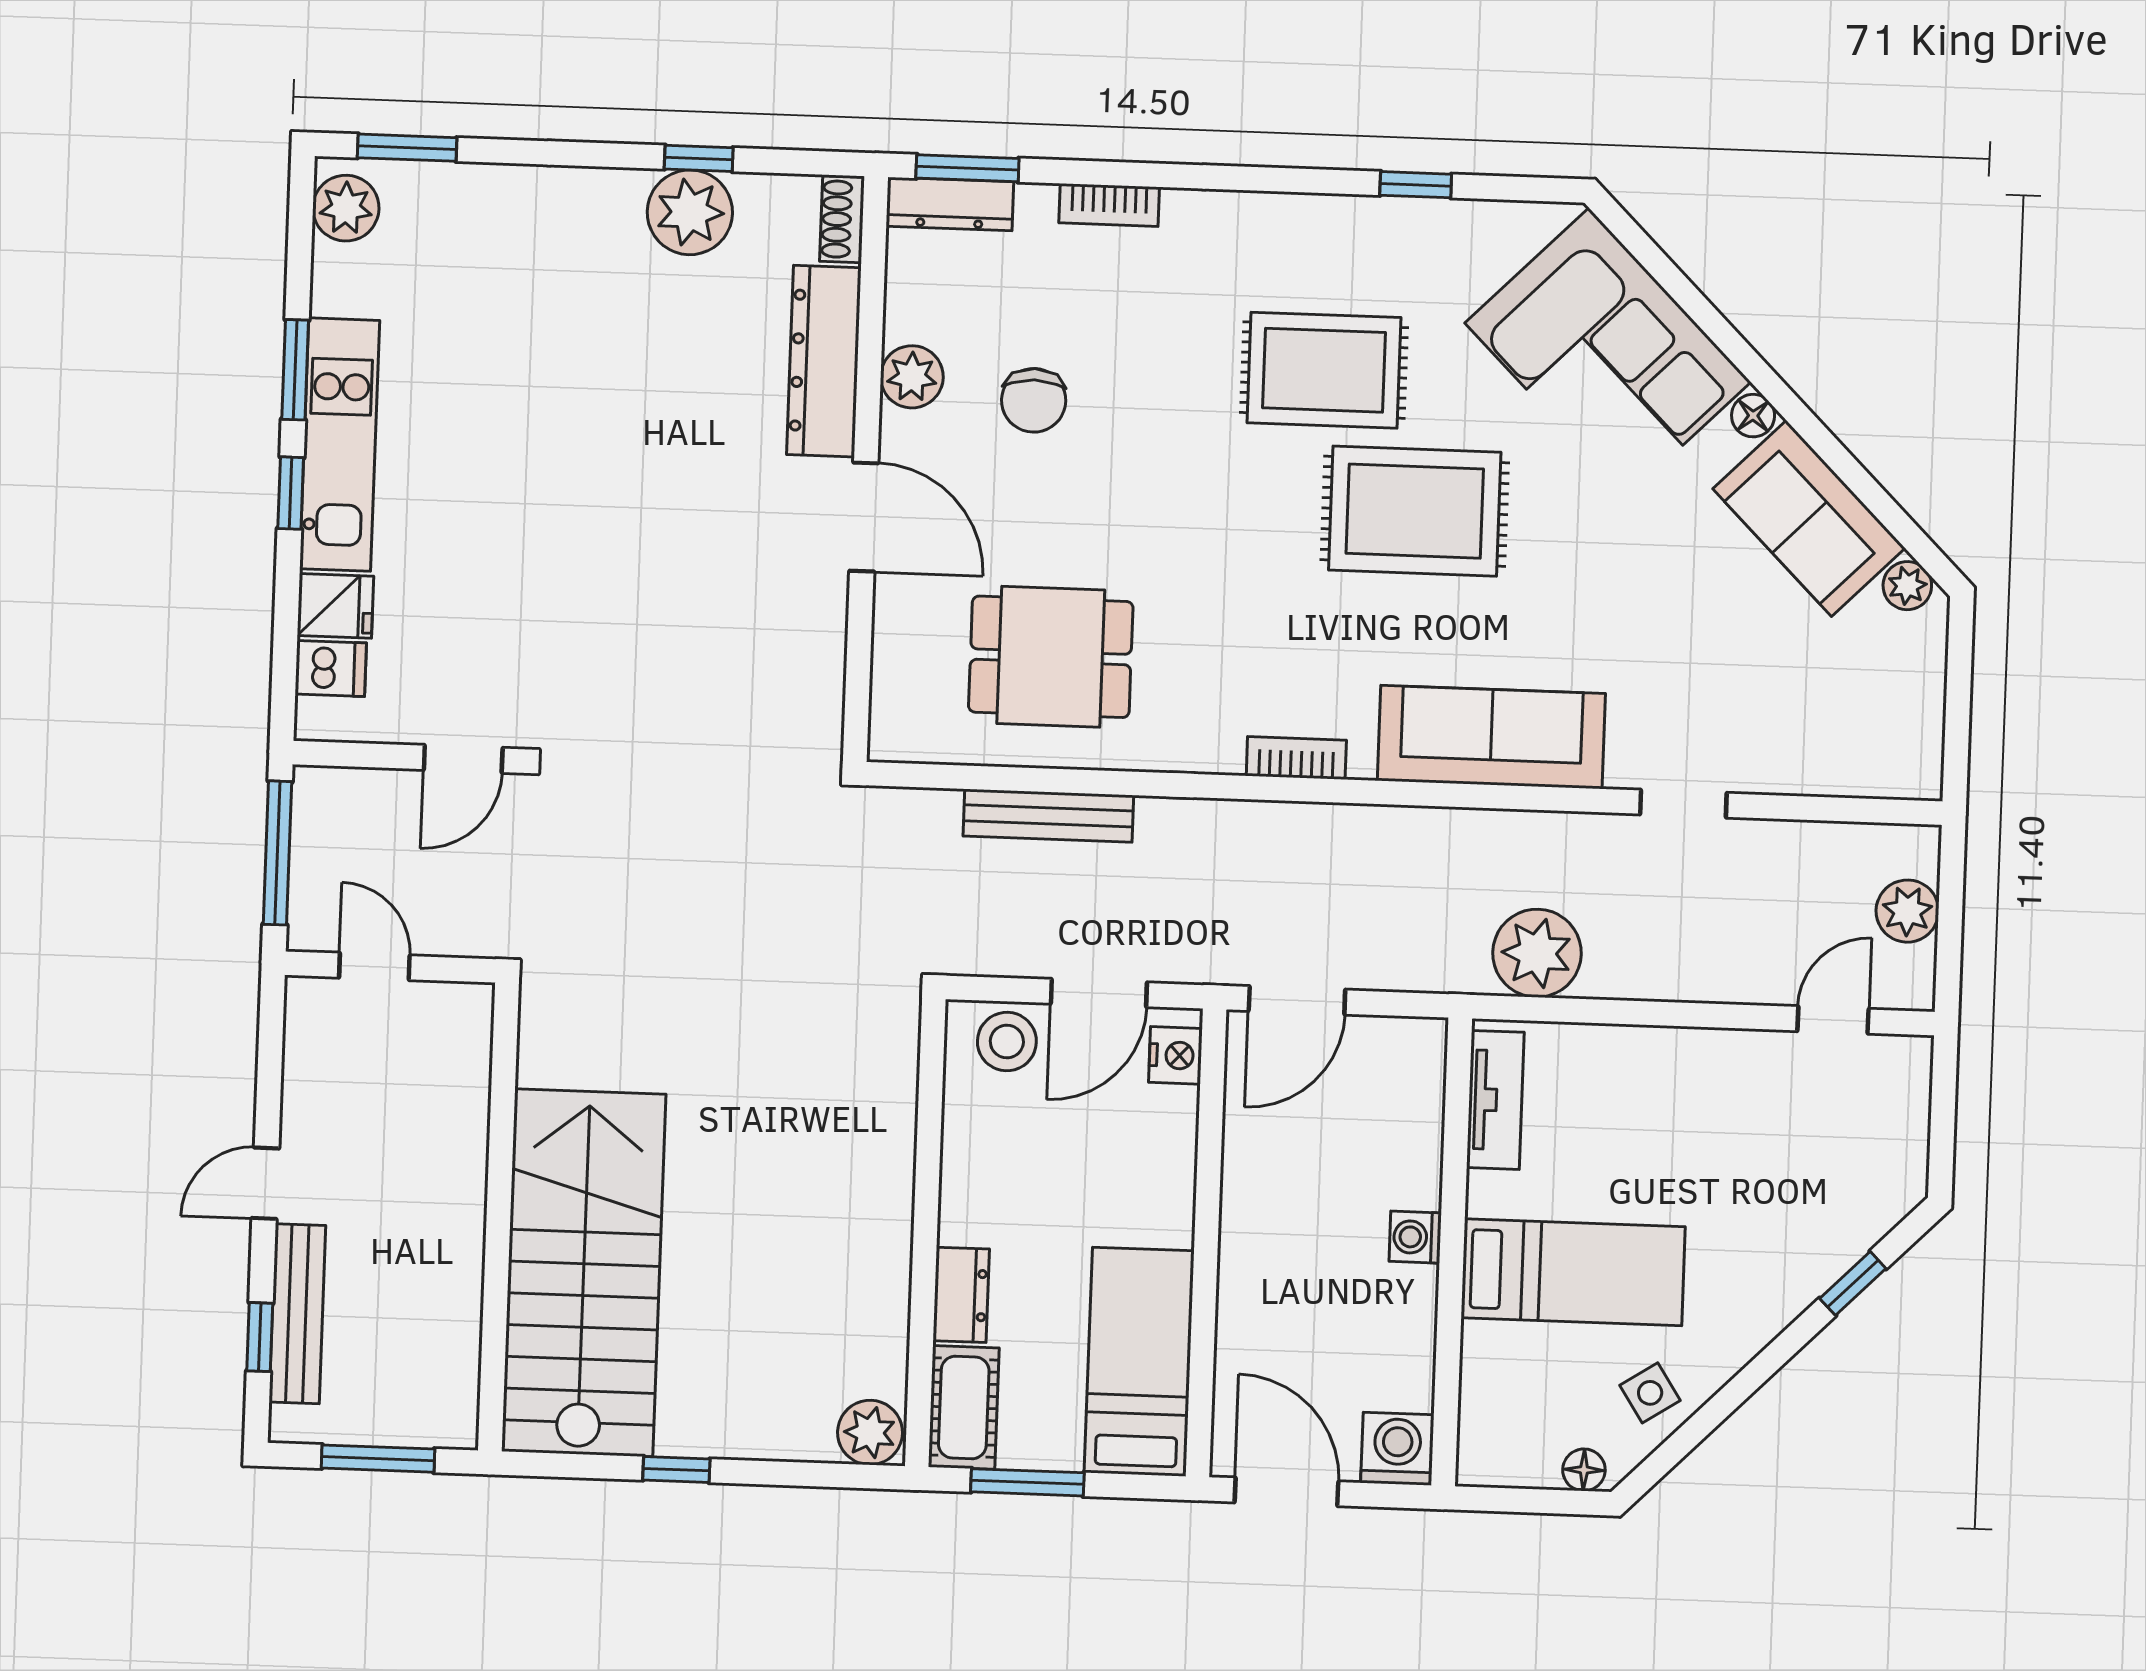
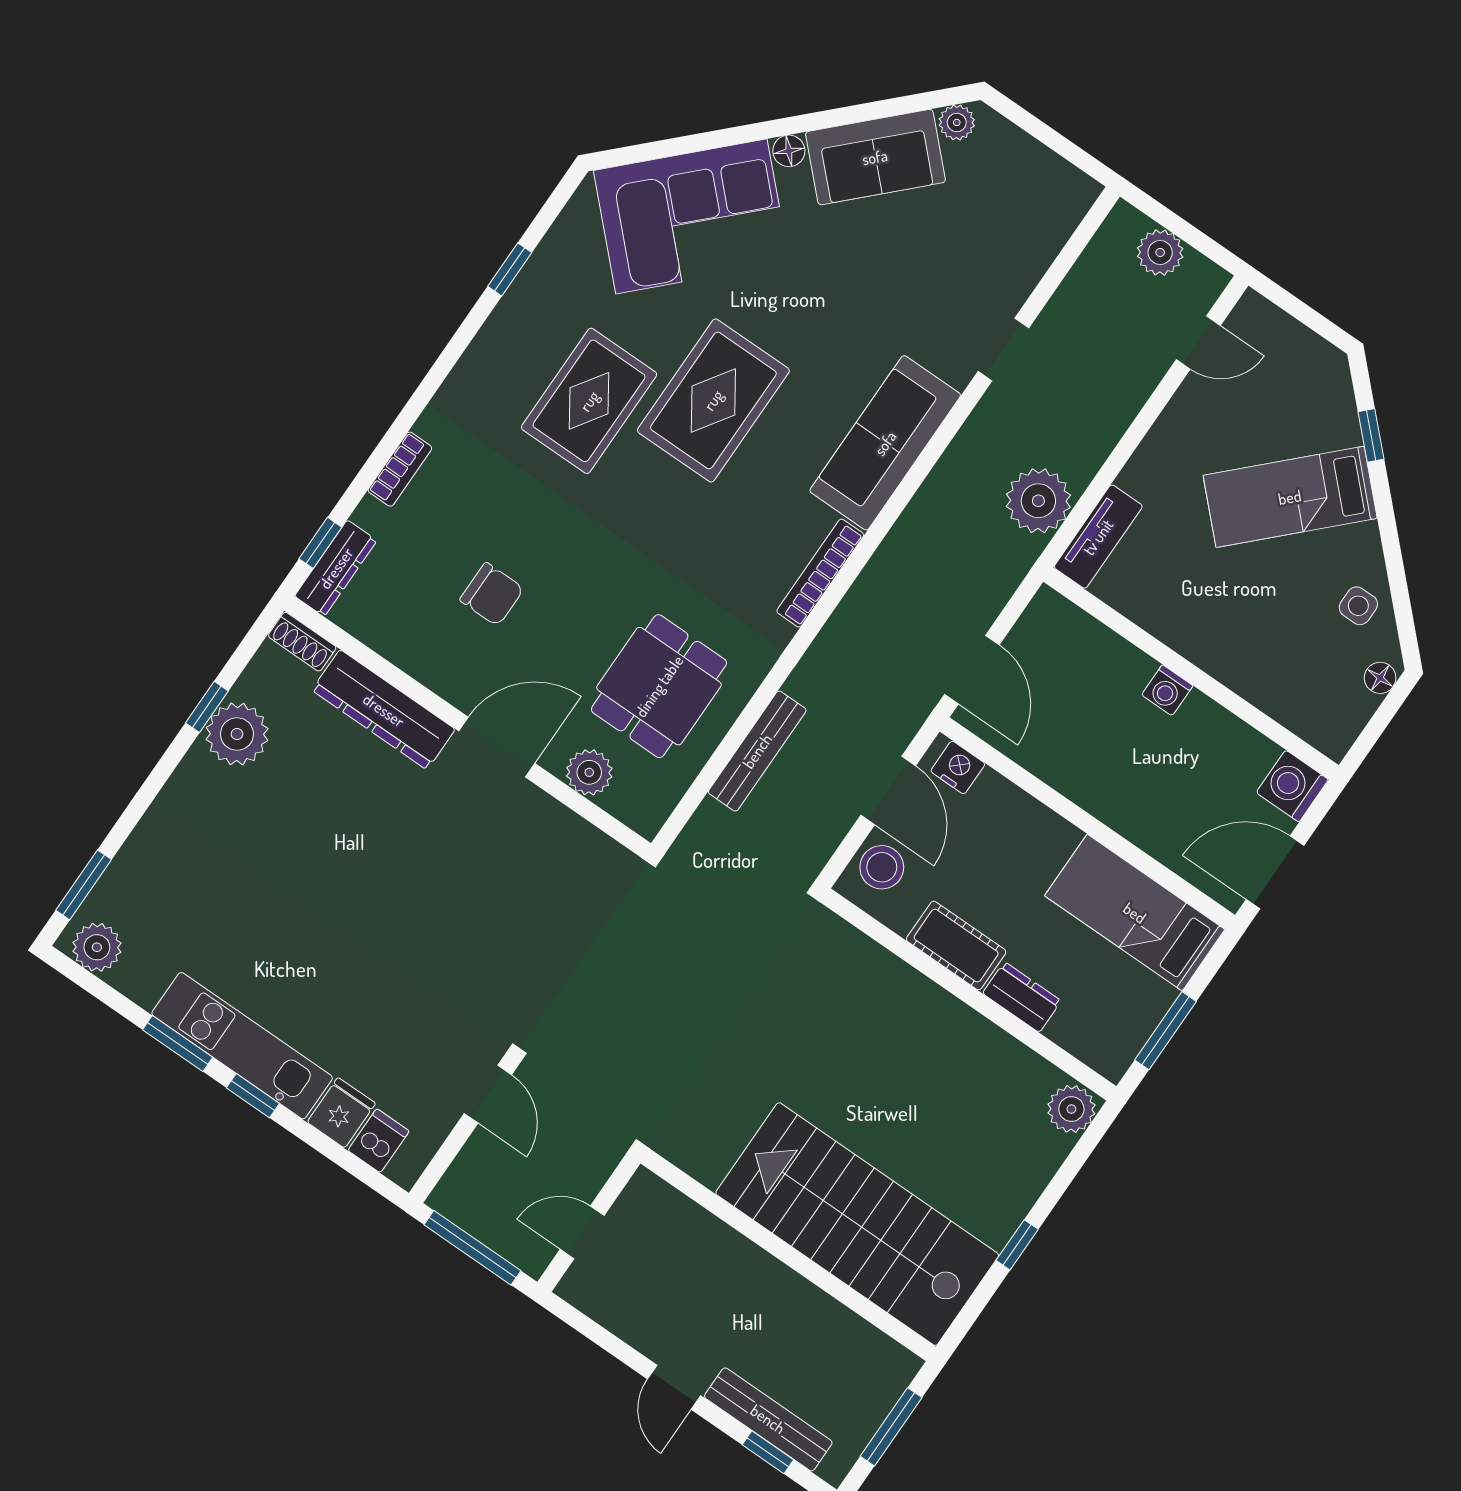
window: (967, 168) -> (320, 543), width x0.67
plant: (912, 377) -> (589, 772), moved
bookcase: (1296, 758) -> (820, 573), width x1.56
door: (1833, 1020) -> (1198, 342), swing flipped
tv unit: (1495, 1100) -> (1098, 537), moved, turned 90
bed: (1573, 1272) -> (1290, 497), moved, turned -135
side table: (1650, 1393) -> (1358, 606), turned 33
cot: (964, 1407) -> (956, 946), moved

